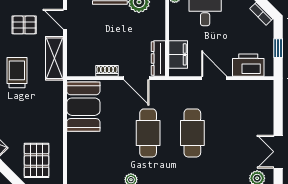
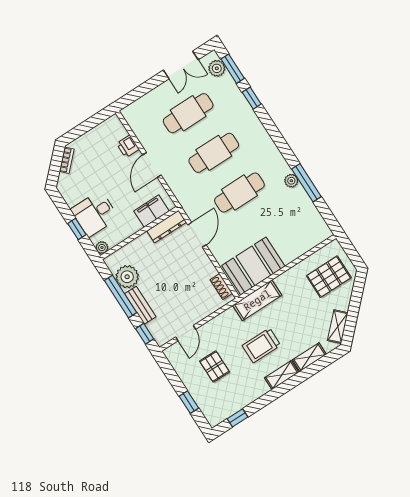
window: (278, 48) -> (88, 125), removed
shelving: (54, 58) -> (257, 300), moved
printer: (248, 65) -> (128, 146), width x0.53, depth x0.68
shoe rack: (107, 71) -> (221, 287), moved
cafe table: (236, 133) -> (188, 113), added

